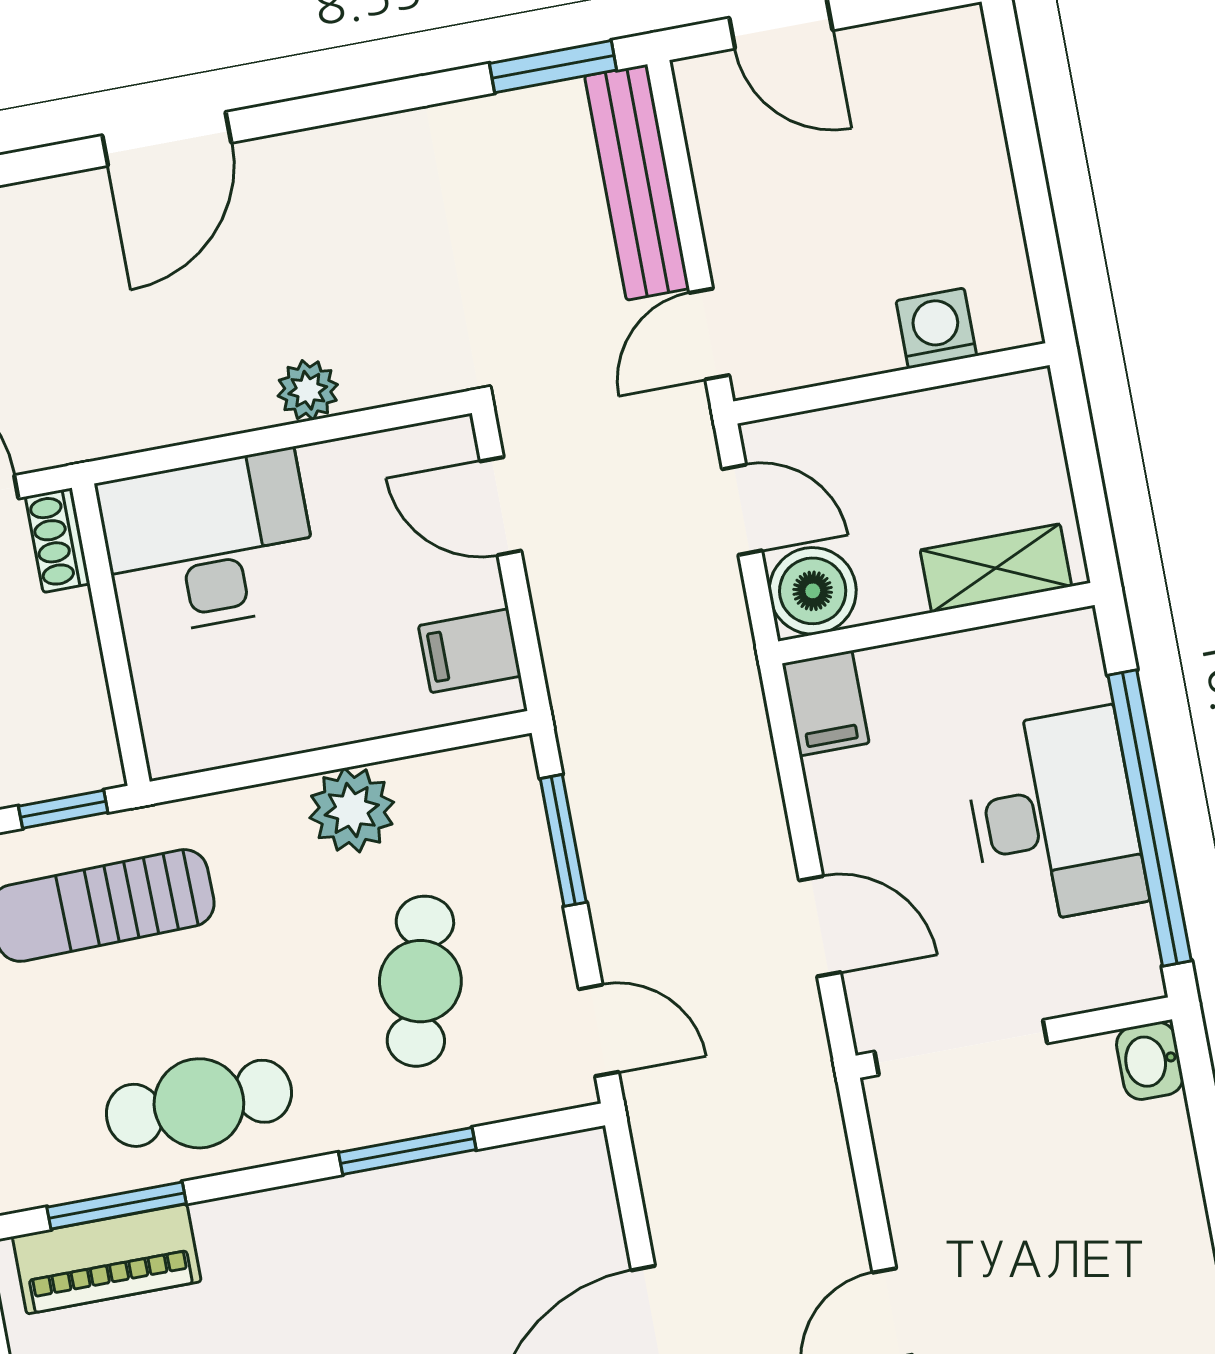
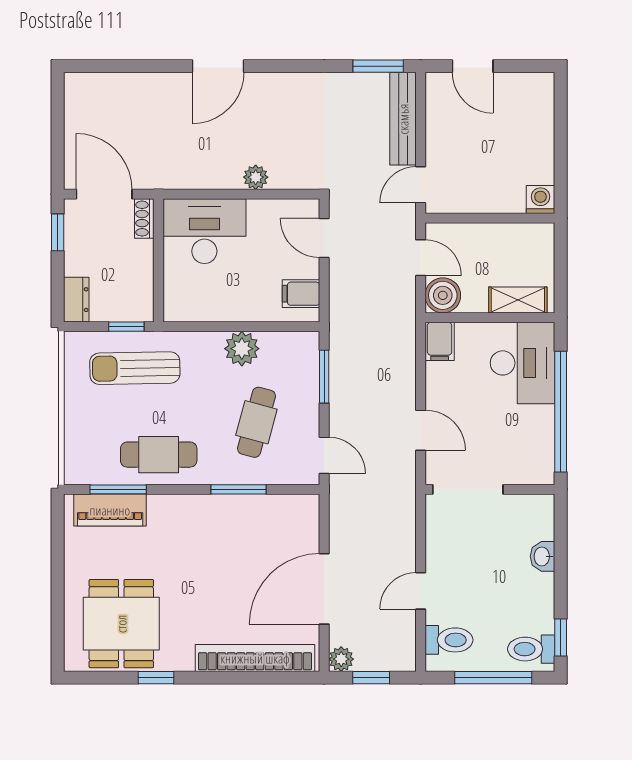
washing machine: (936, 328) -> (540, 200), moved
desk: (1054, 817) -> (523, 363), moved
washbasin: (1150, 1061) -> (542, 556), moved

